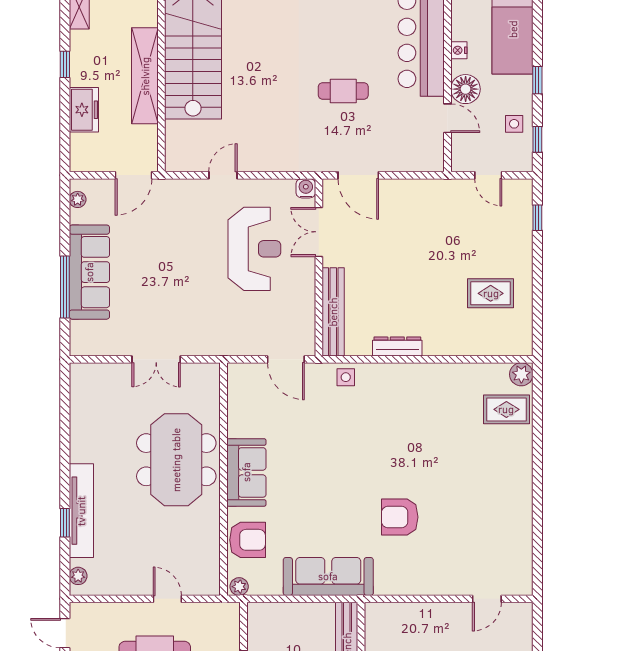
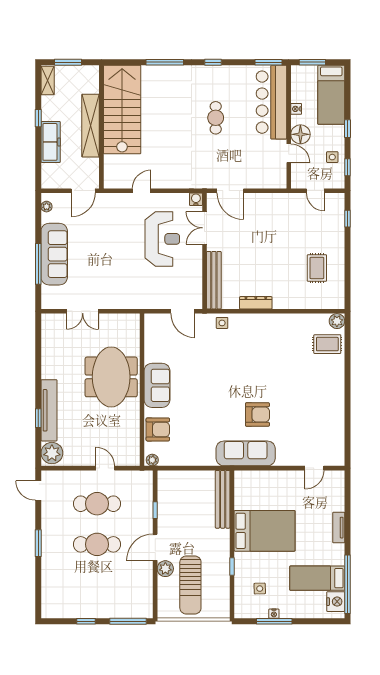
cafe table: (343, 91) -> (216, 118), moved, turned 90
freezer: (84, 110) -> (51, 142), width x1.40
rug: (491, 293) -> (317, 268), turned 90
double door: (156, 359) -> (83, 311), moved
armchair: (400, 517) -> (257, 414), turned 180
plant: (78, 576) -> (52, 453), width x1.88, depth x1.88
sofa: (328, 576) -> (246, 453), moved

